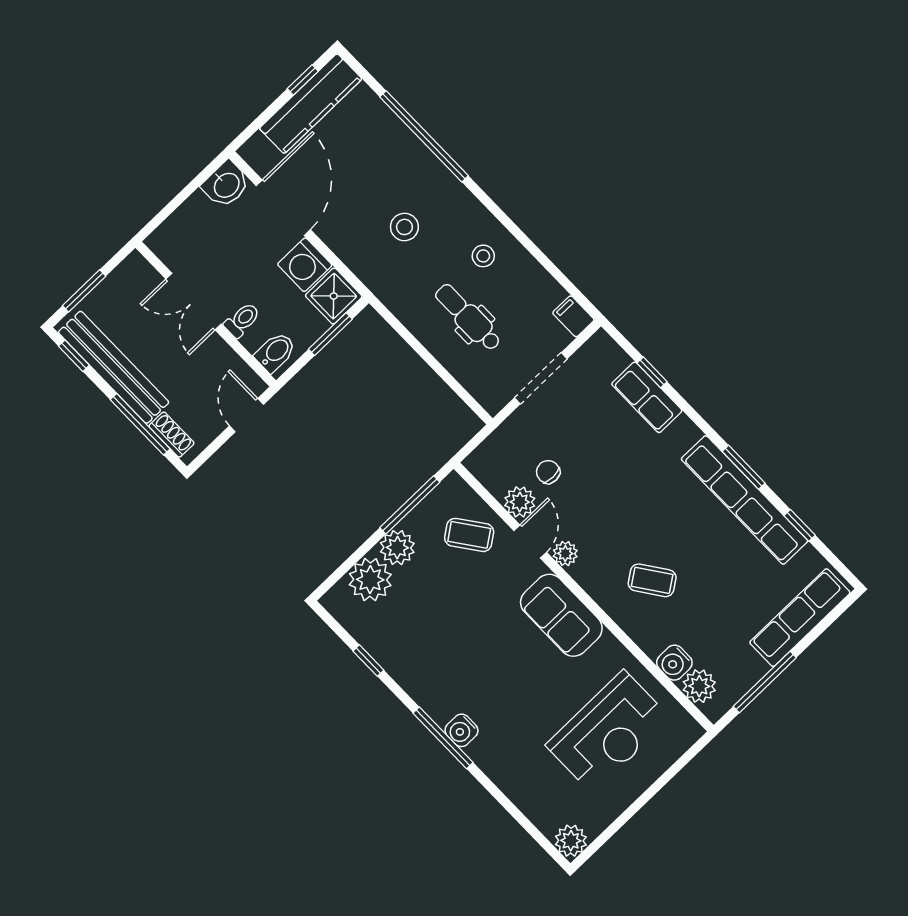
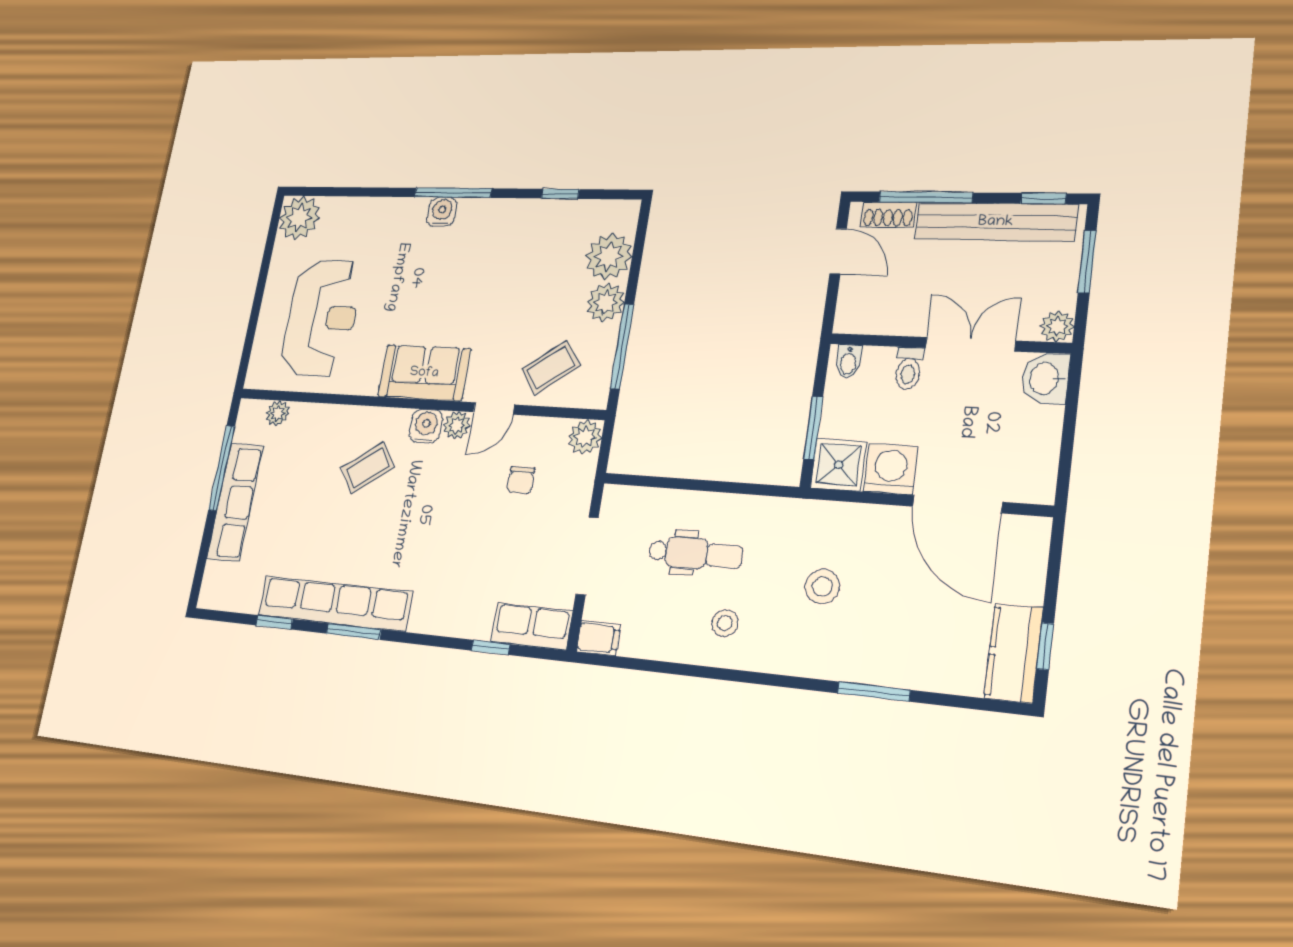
kitchen counter: (311, 104) -> (1014, 653), width x0.67
window: (424, 136) -> (874, 692), width x0.47
washbasin: (226, 185) -> (1045, 378), moved
plant: (135, 266) -> (1057, 326), added
bidet: (275, 352) -> (849, 361), width x0.72, depth x0.74
row of seats: (647, 397) -> (532, 626), moved
door: (247, 415) -> (838, 251), moved
chair: (548, 472) -> (521, 480), turned 90
plant: (520, 502) -> (585, 437), moved
door: (530, 542) -> (494, 408), hinge flipped
row of seats: (800, 618) -> (235, 502), moved
water cooler: (674, 663) -> (426, 426), moved
plant: (699, 686) -> (278, 413), width x0.73, depth x0.73
reception desk: (608, 732) -> (322, 317), turned 180
plant: (571, 841) -> (299, 218), width x1.36, depth x1.36

